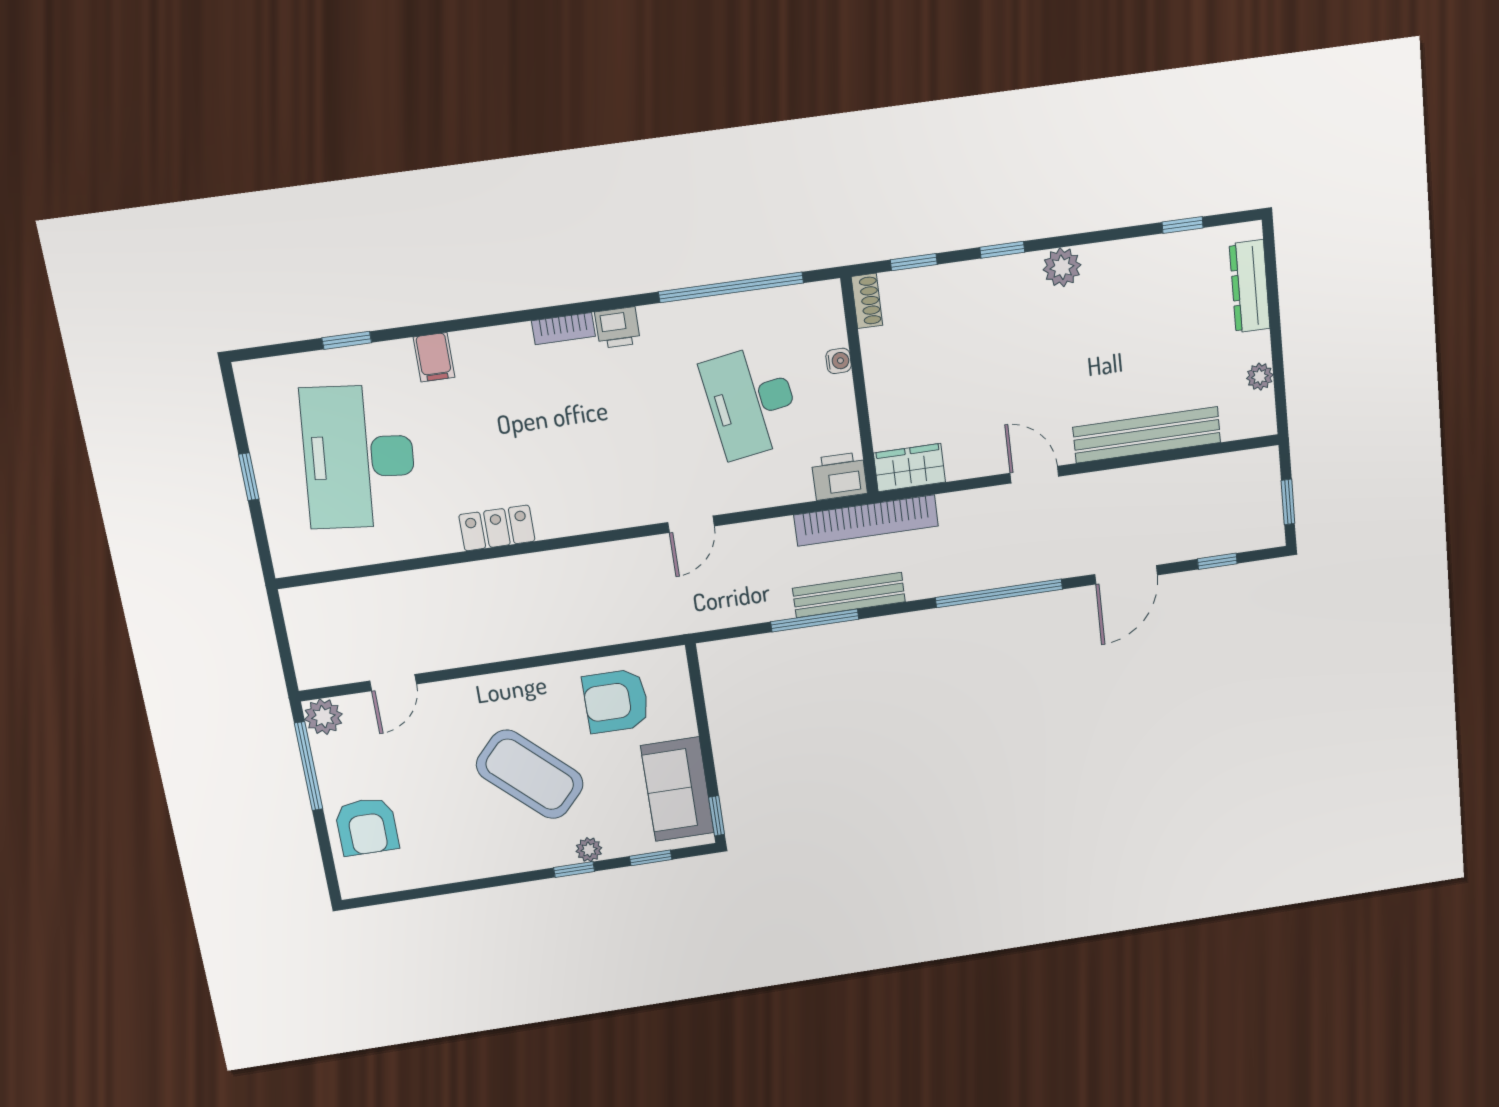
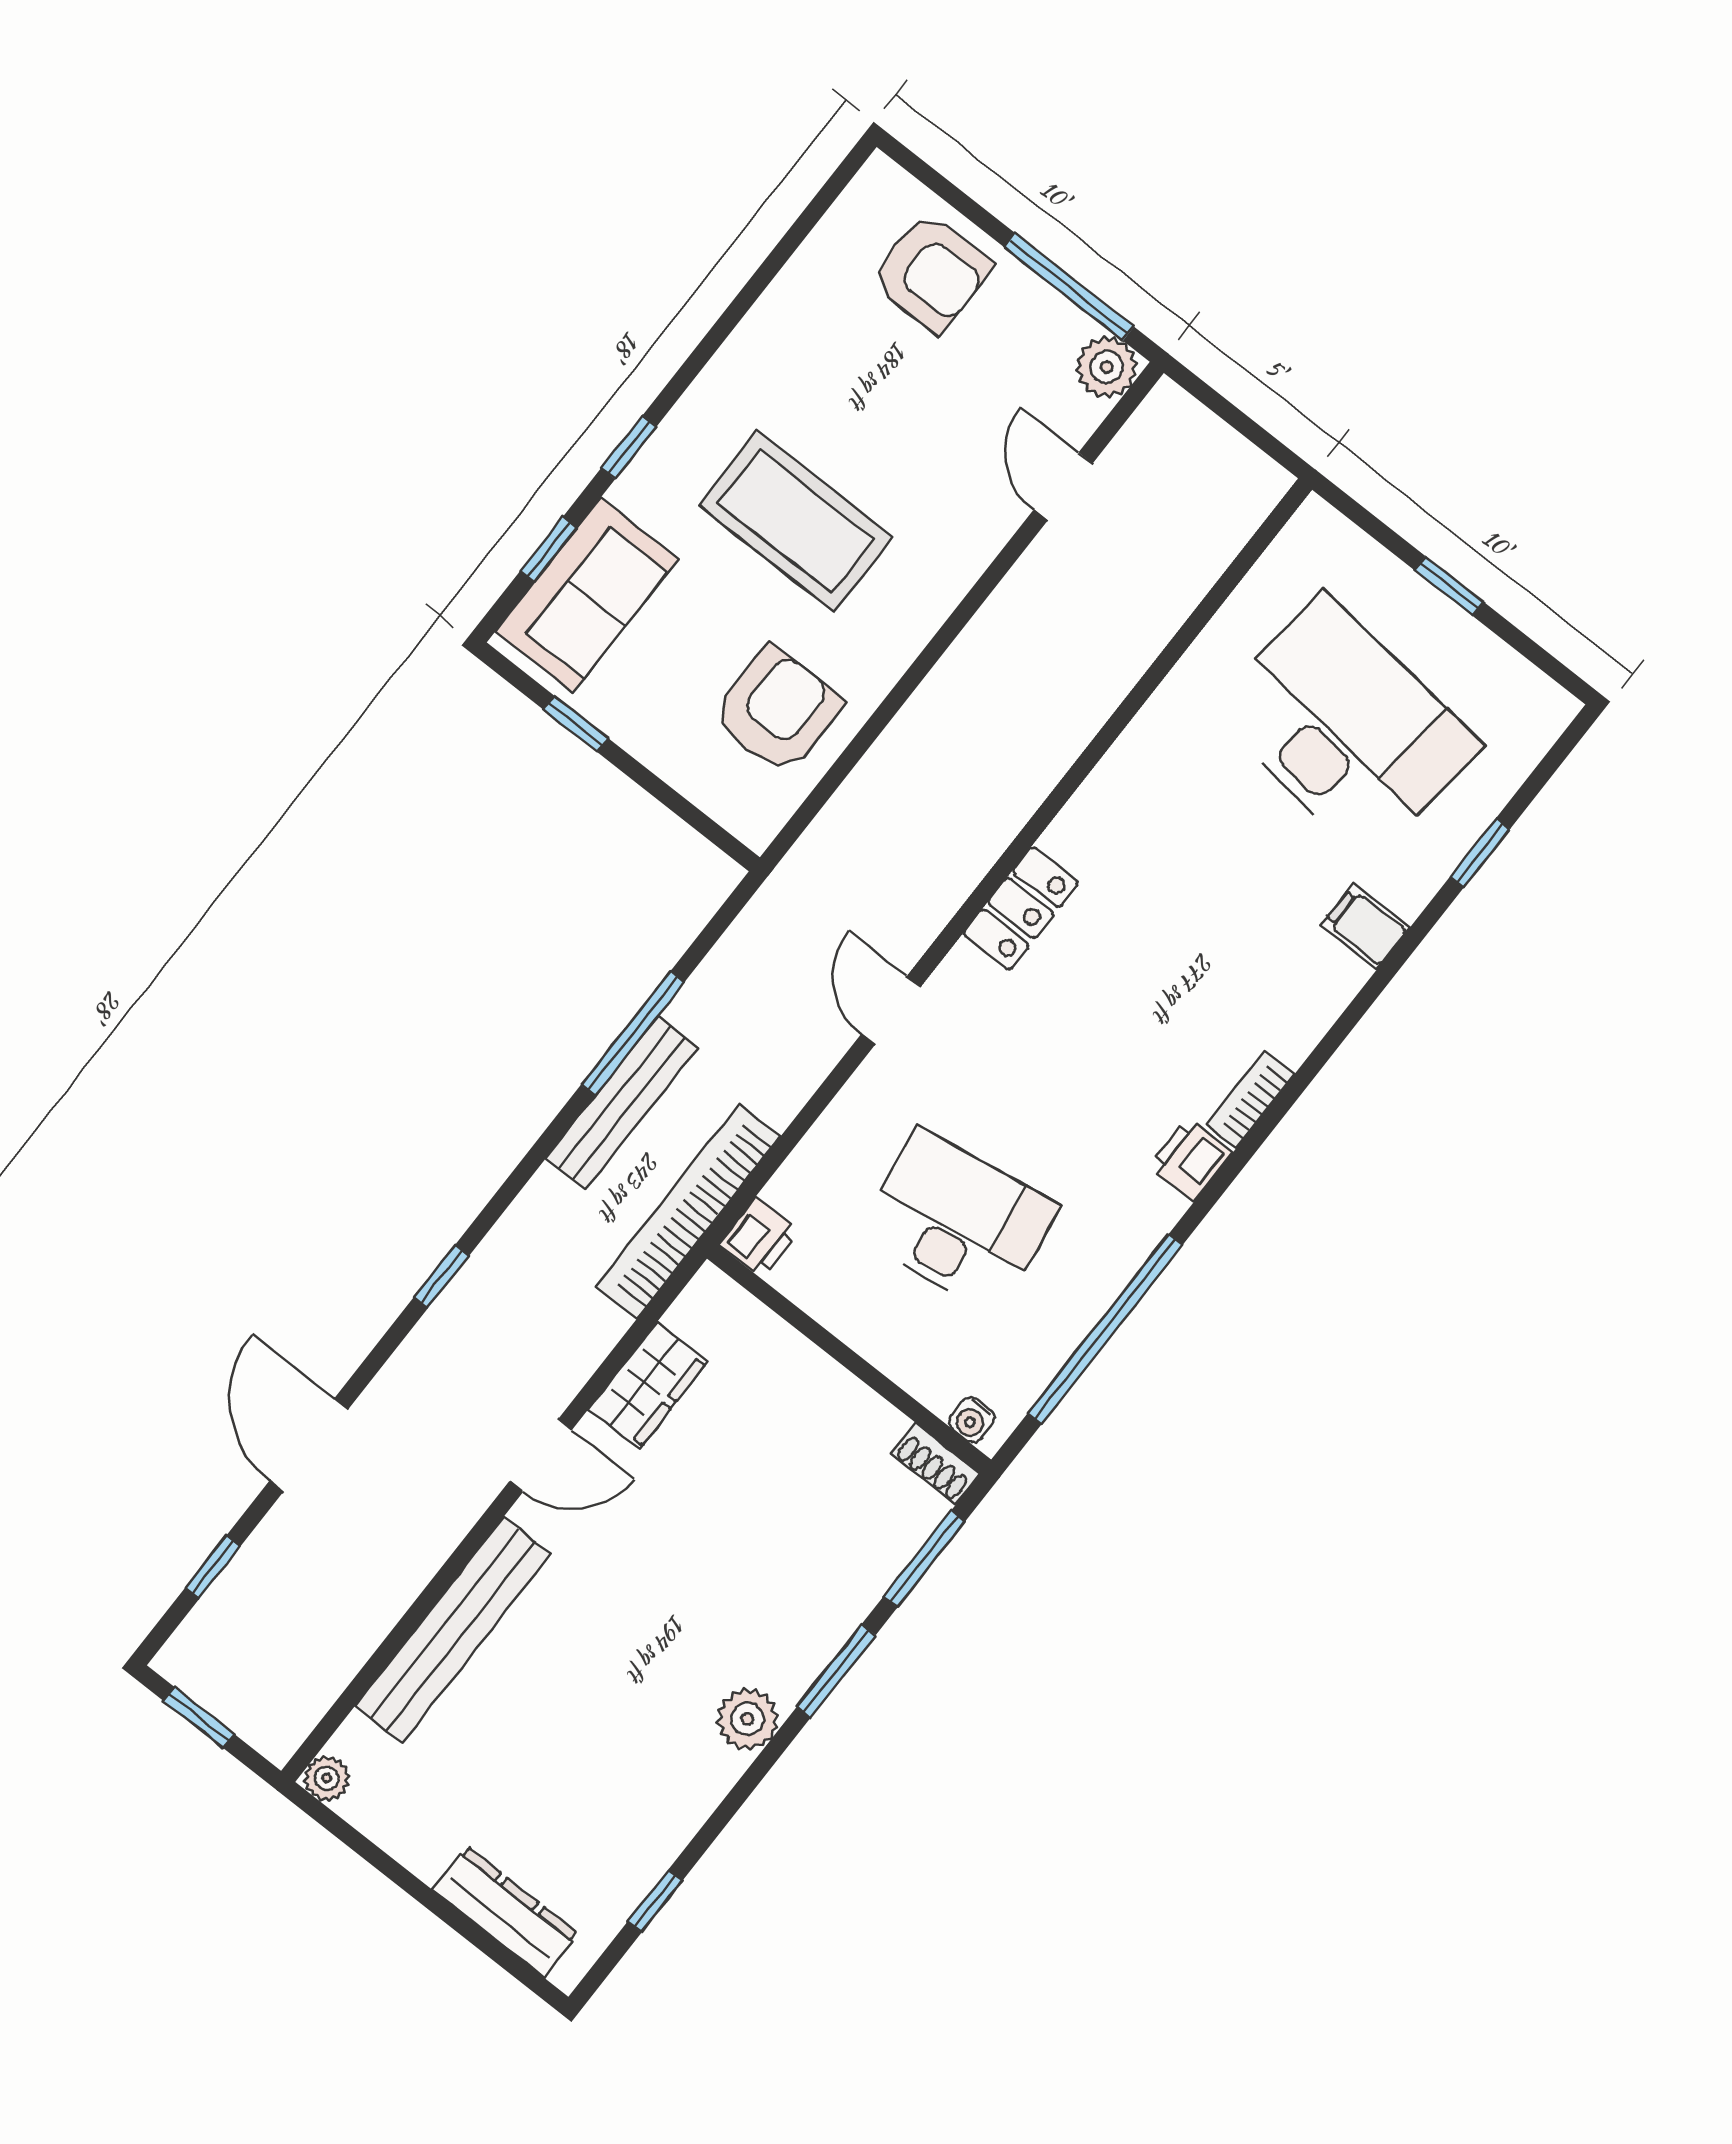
window: (1002, 250) -> (836, 1671), width x1.50
window: (914, 262) -> (924, 1559), width x1.50
water cooler: (839, 361) -> (972, 1420), moved
plant: (1260, 377) -> (327, 1778), moved
wardrobe: (909, 468) -> (648, 1385), moved
printer: (839, 476) -> (759, 1238), width x0.73, depth x0.81
locker: (497, 528) -> (1021, 908), moved
window: (999, 593) -> (442, 1276), width x0.32
coffee table: (530, 774) -> (796, 521), turned 47
sofa: (677, 789) -> (587, 595), moved, turned 90
window: (717, 816) -> (576, 724), moved
armchair: (367, 827) -> (931, 272), turned 180
plant: (589, 850) -> (635, 490), removed

